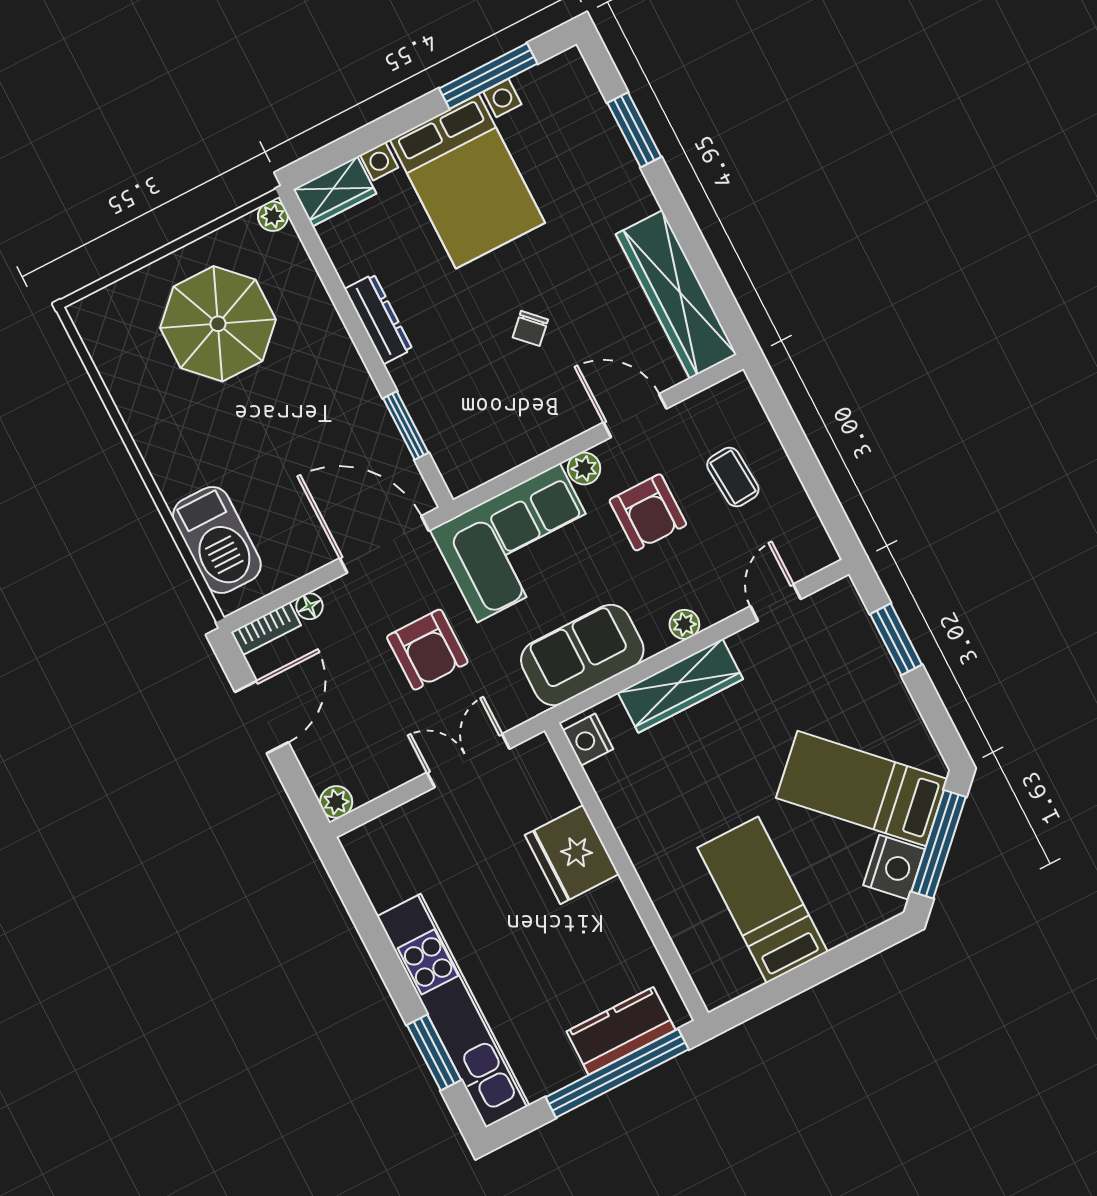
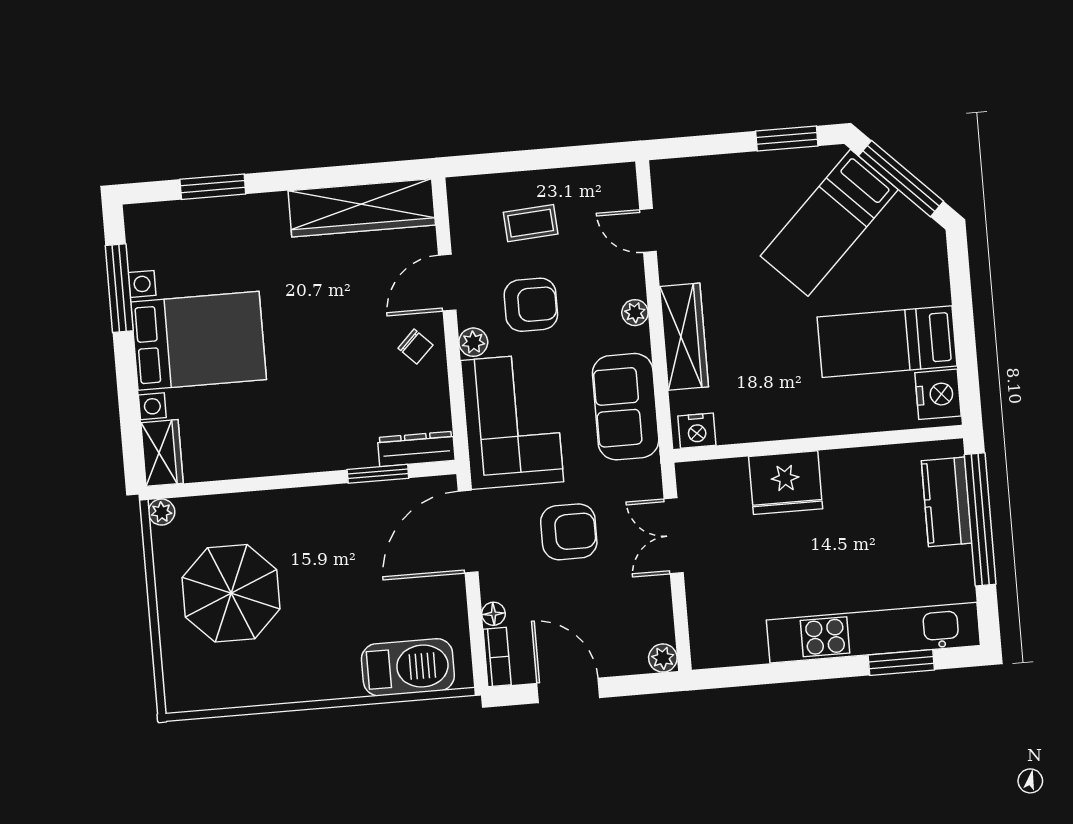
dresser: (378, 319) -> (416, 449), moved
chair: (530, 328) -> (415, 347), moved
window: (896, 639) -> (787, 138), moved
nightstand: (894, 867) -> (938, 394), moved, turned 45

